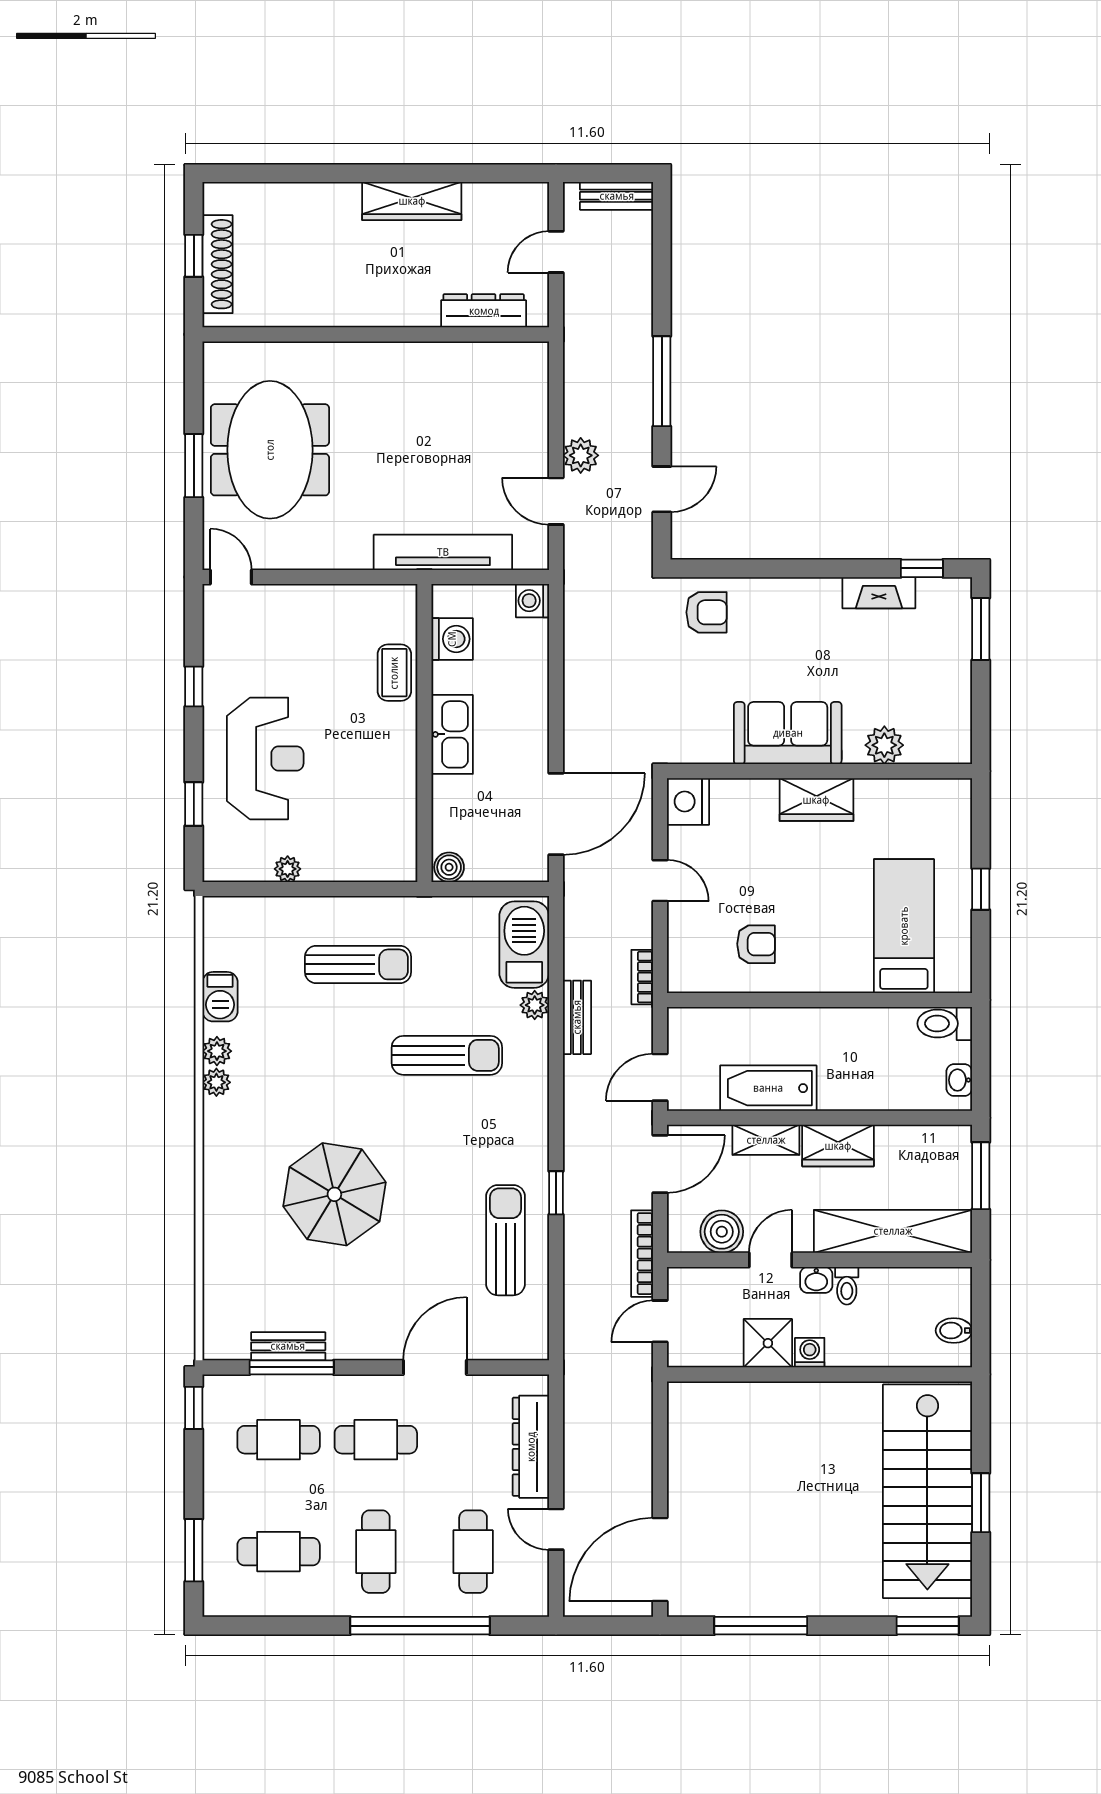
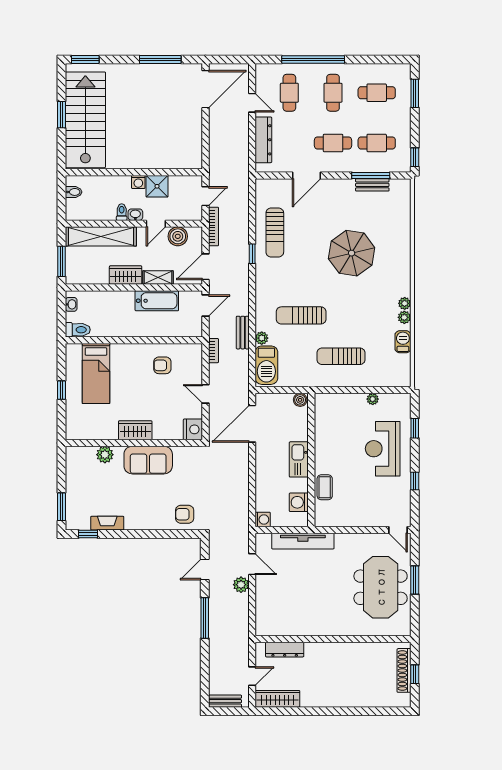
wardrobe: (412, 201) -> (277, 699), moved

